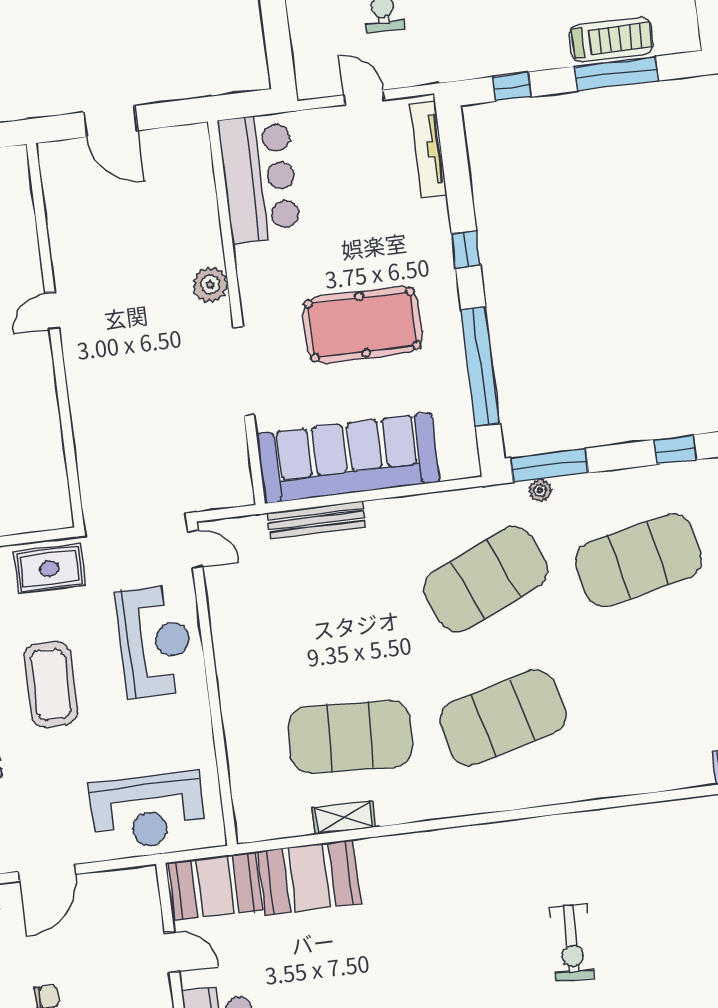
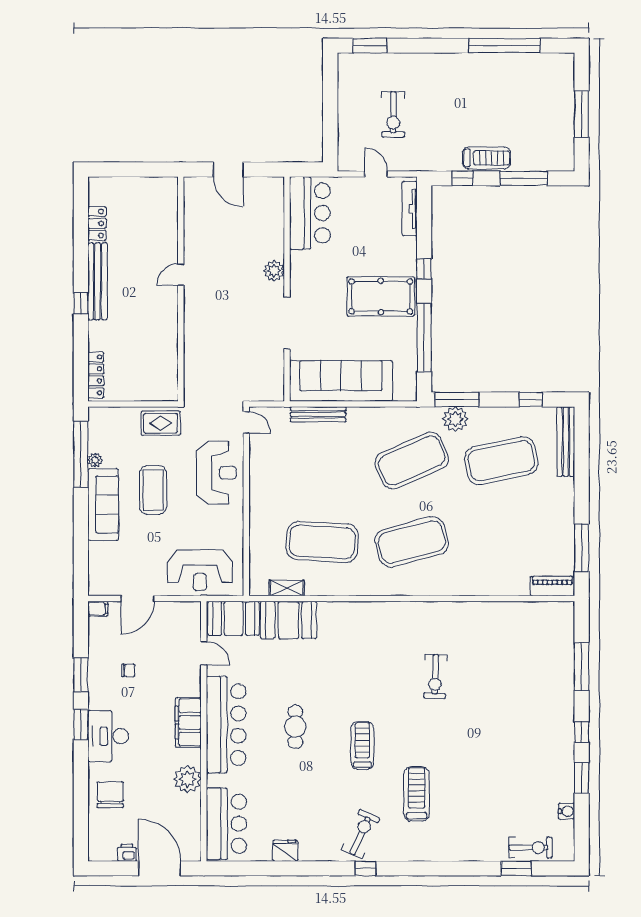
treadmill: (611, 39) -> (486, 158), moved
pool table: (363, 325) -> (381, 296), moved
plant: (540, 490) -> (455, 419), width x1.88, depth x1.88
shelving: (344, 818) -> (287, 588), moved

